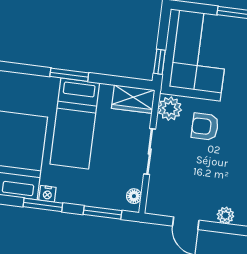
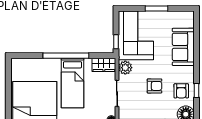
window: (69, 75) -> (66, 56), width x2.11
armchair: (205, 127) -> (154, 86), moved, turned 180

